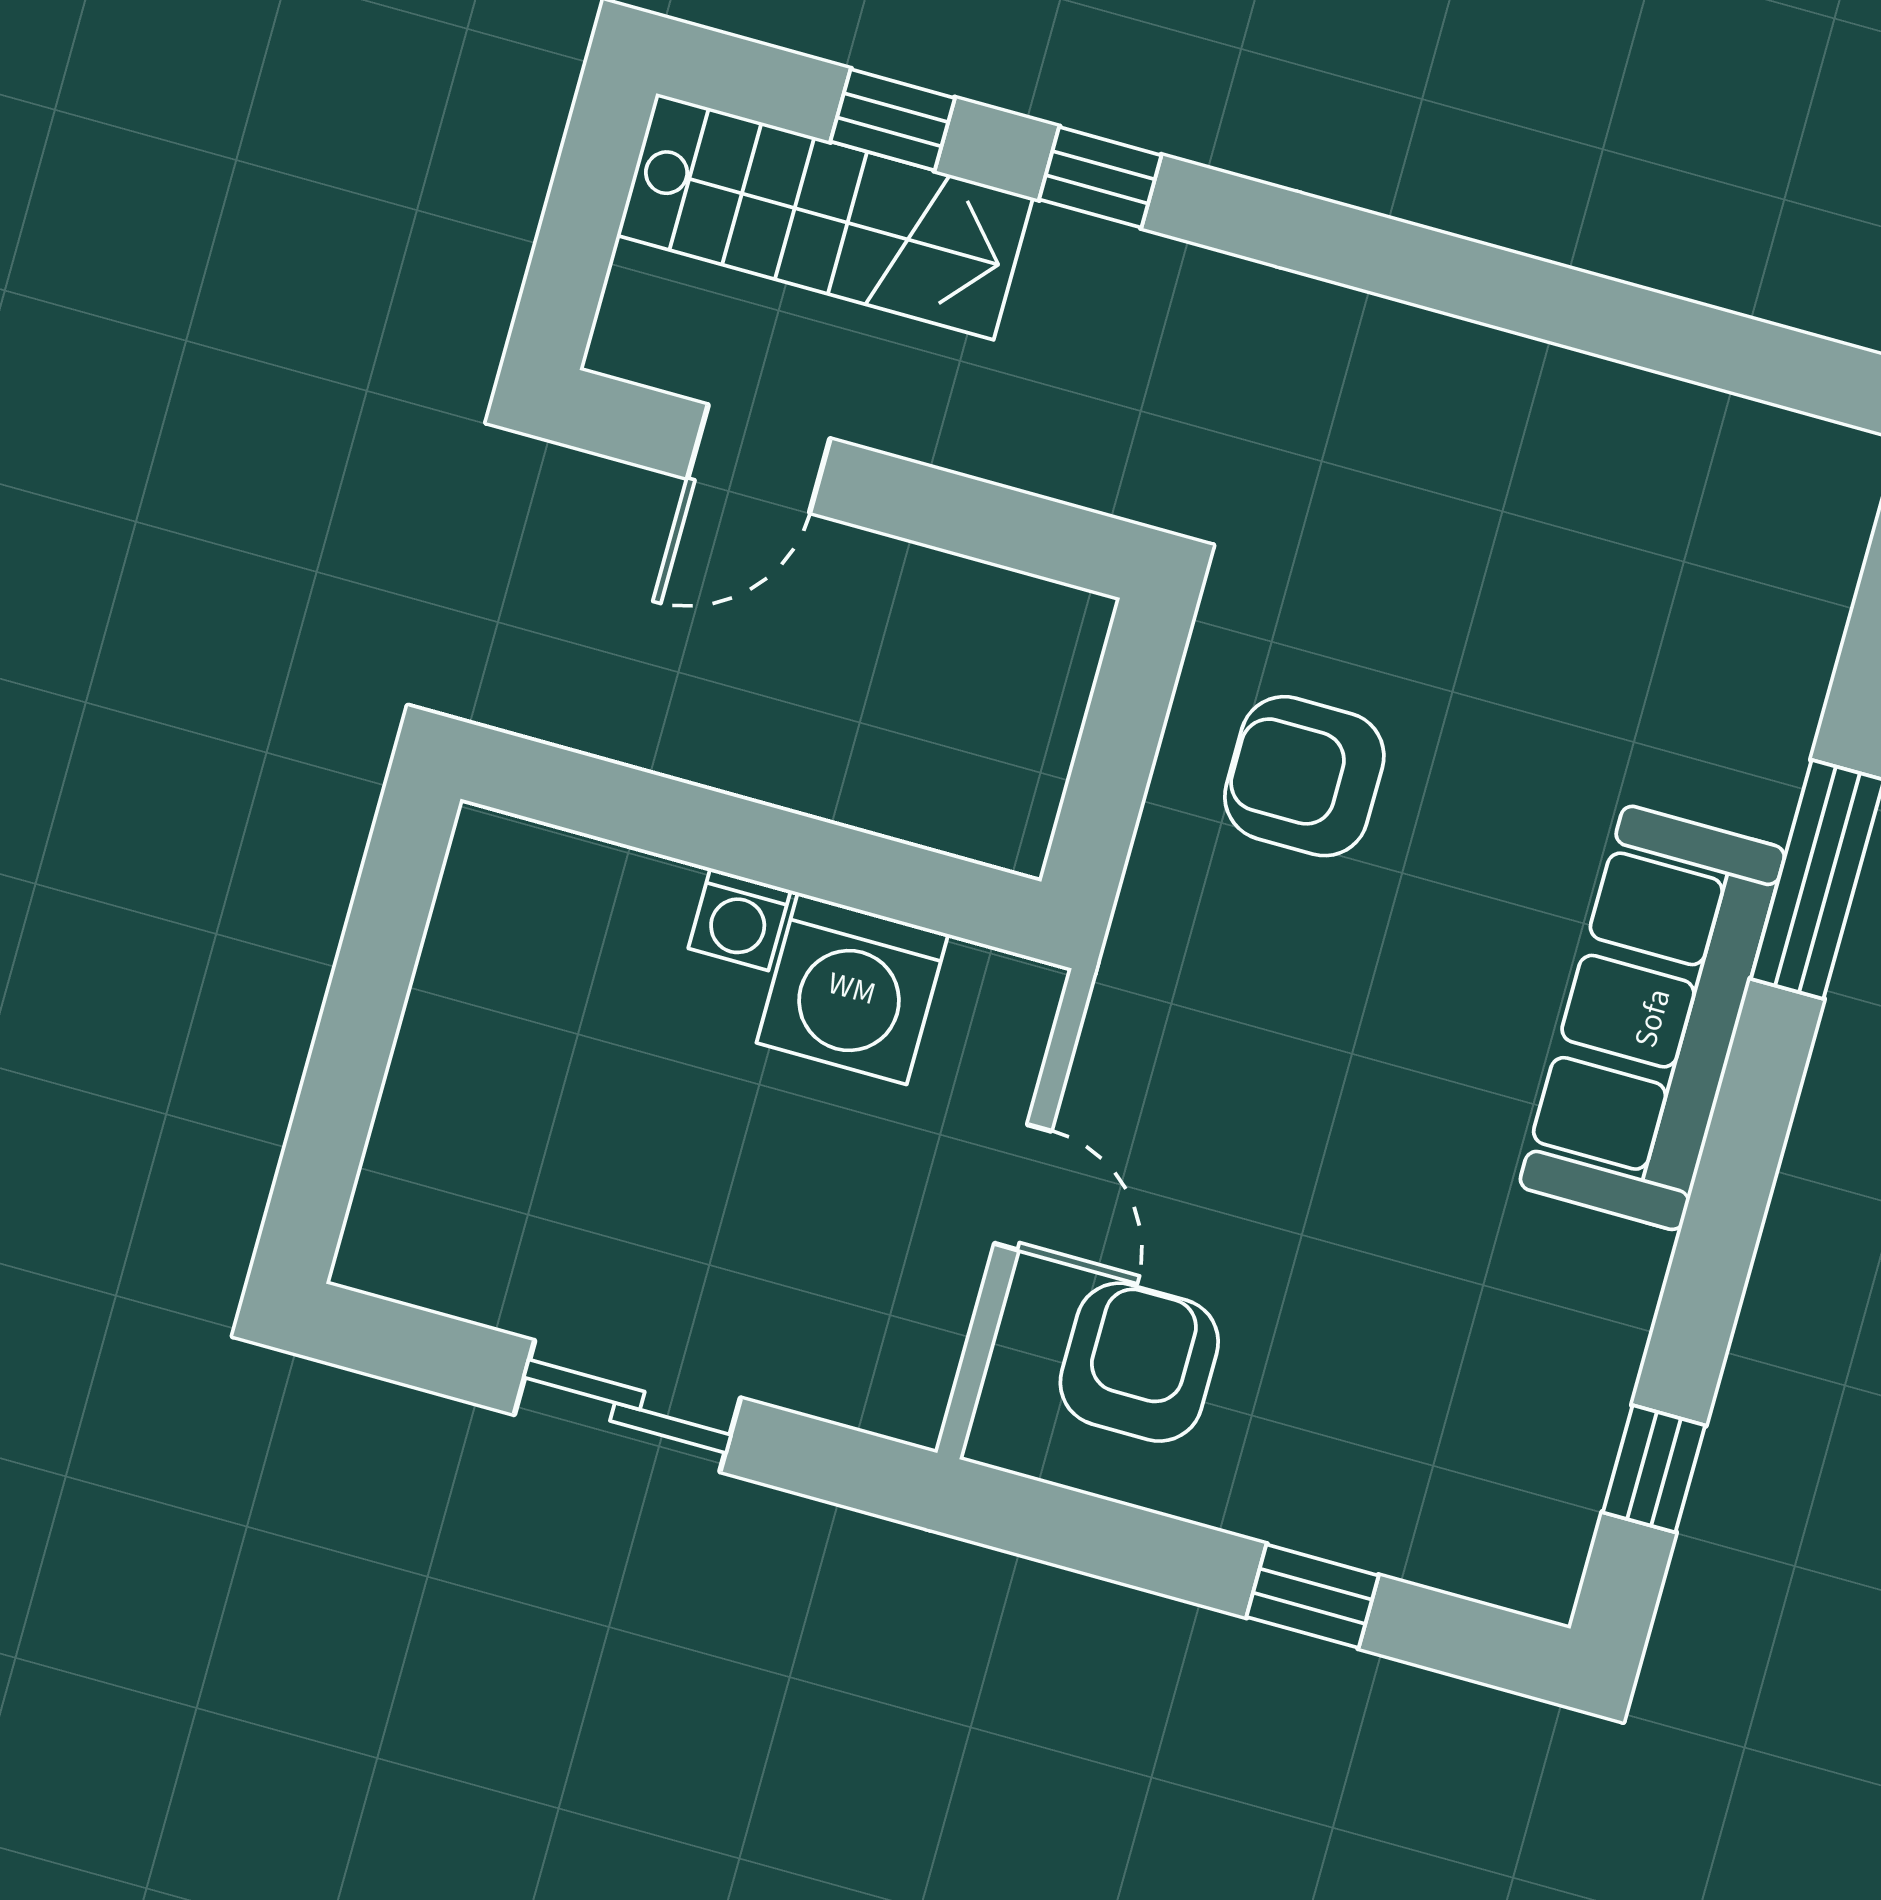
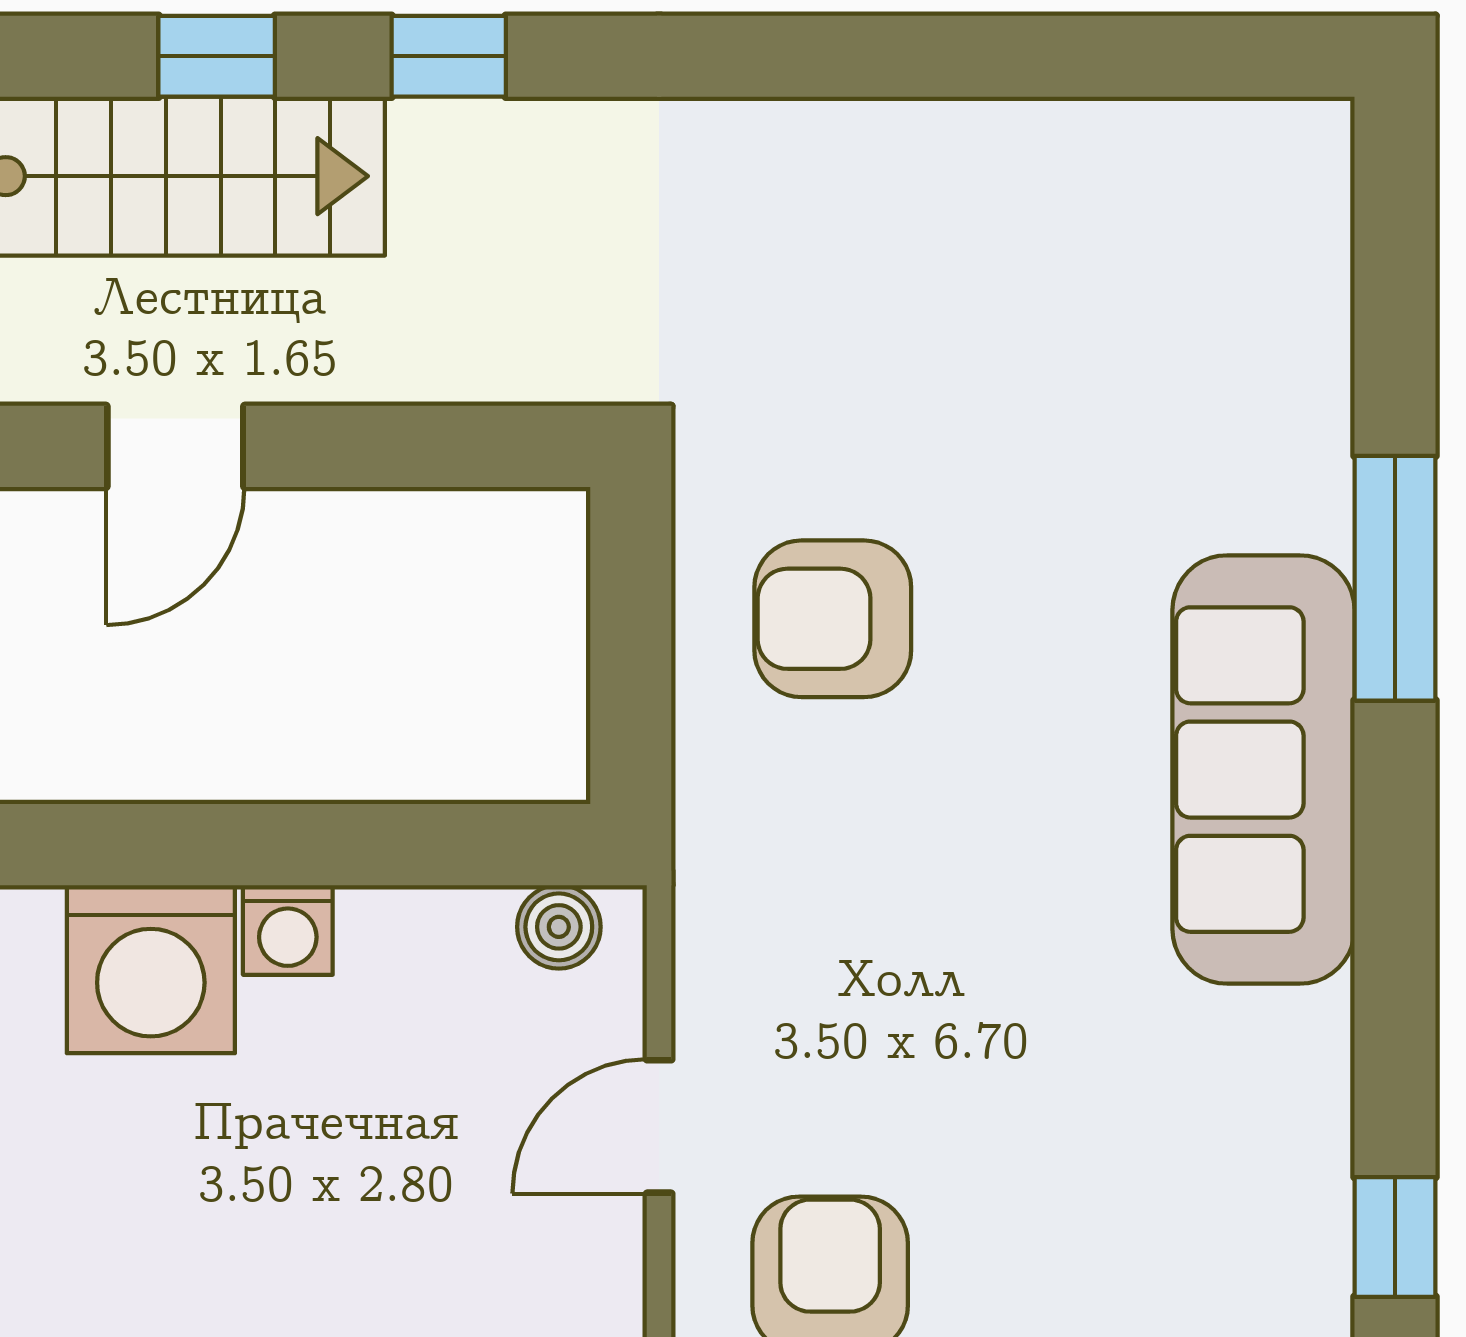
boiler: (983, 984) -> (559, 927), added
washing machine: (852, 988) -> (151, 969), moved
door: (1023, 1187) -> (659, 1126), swing flipped

